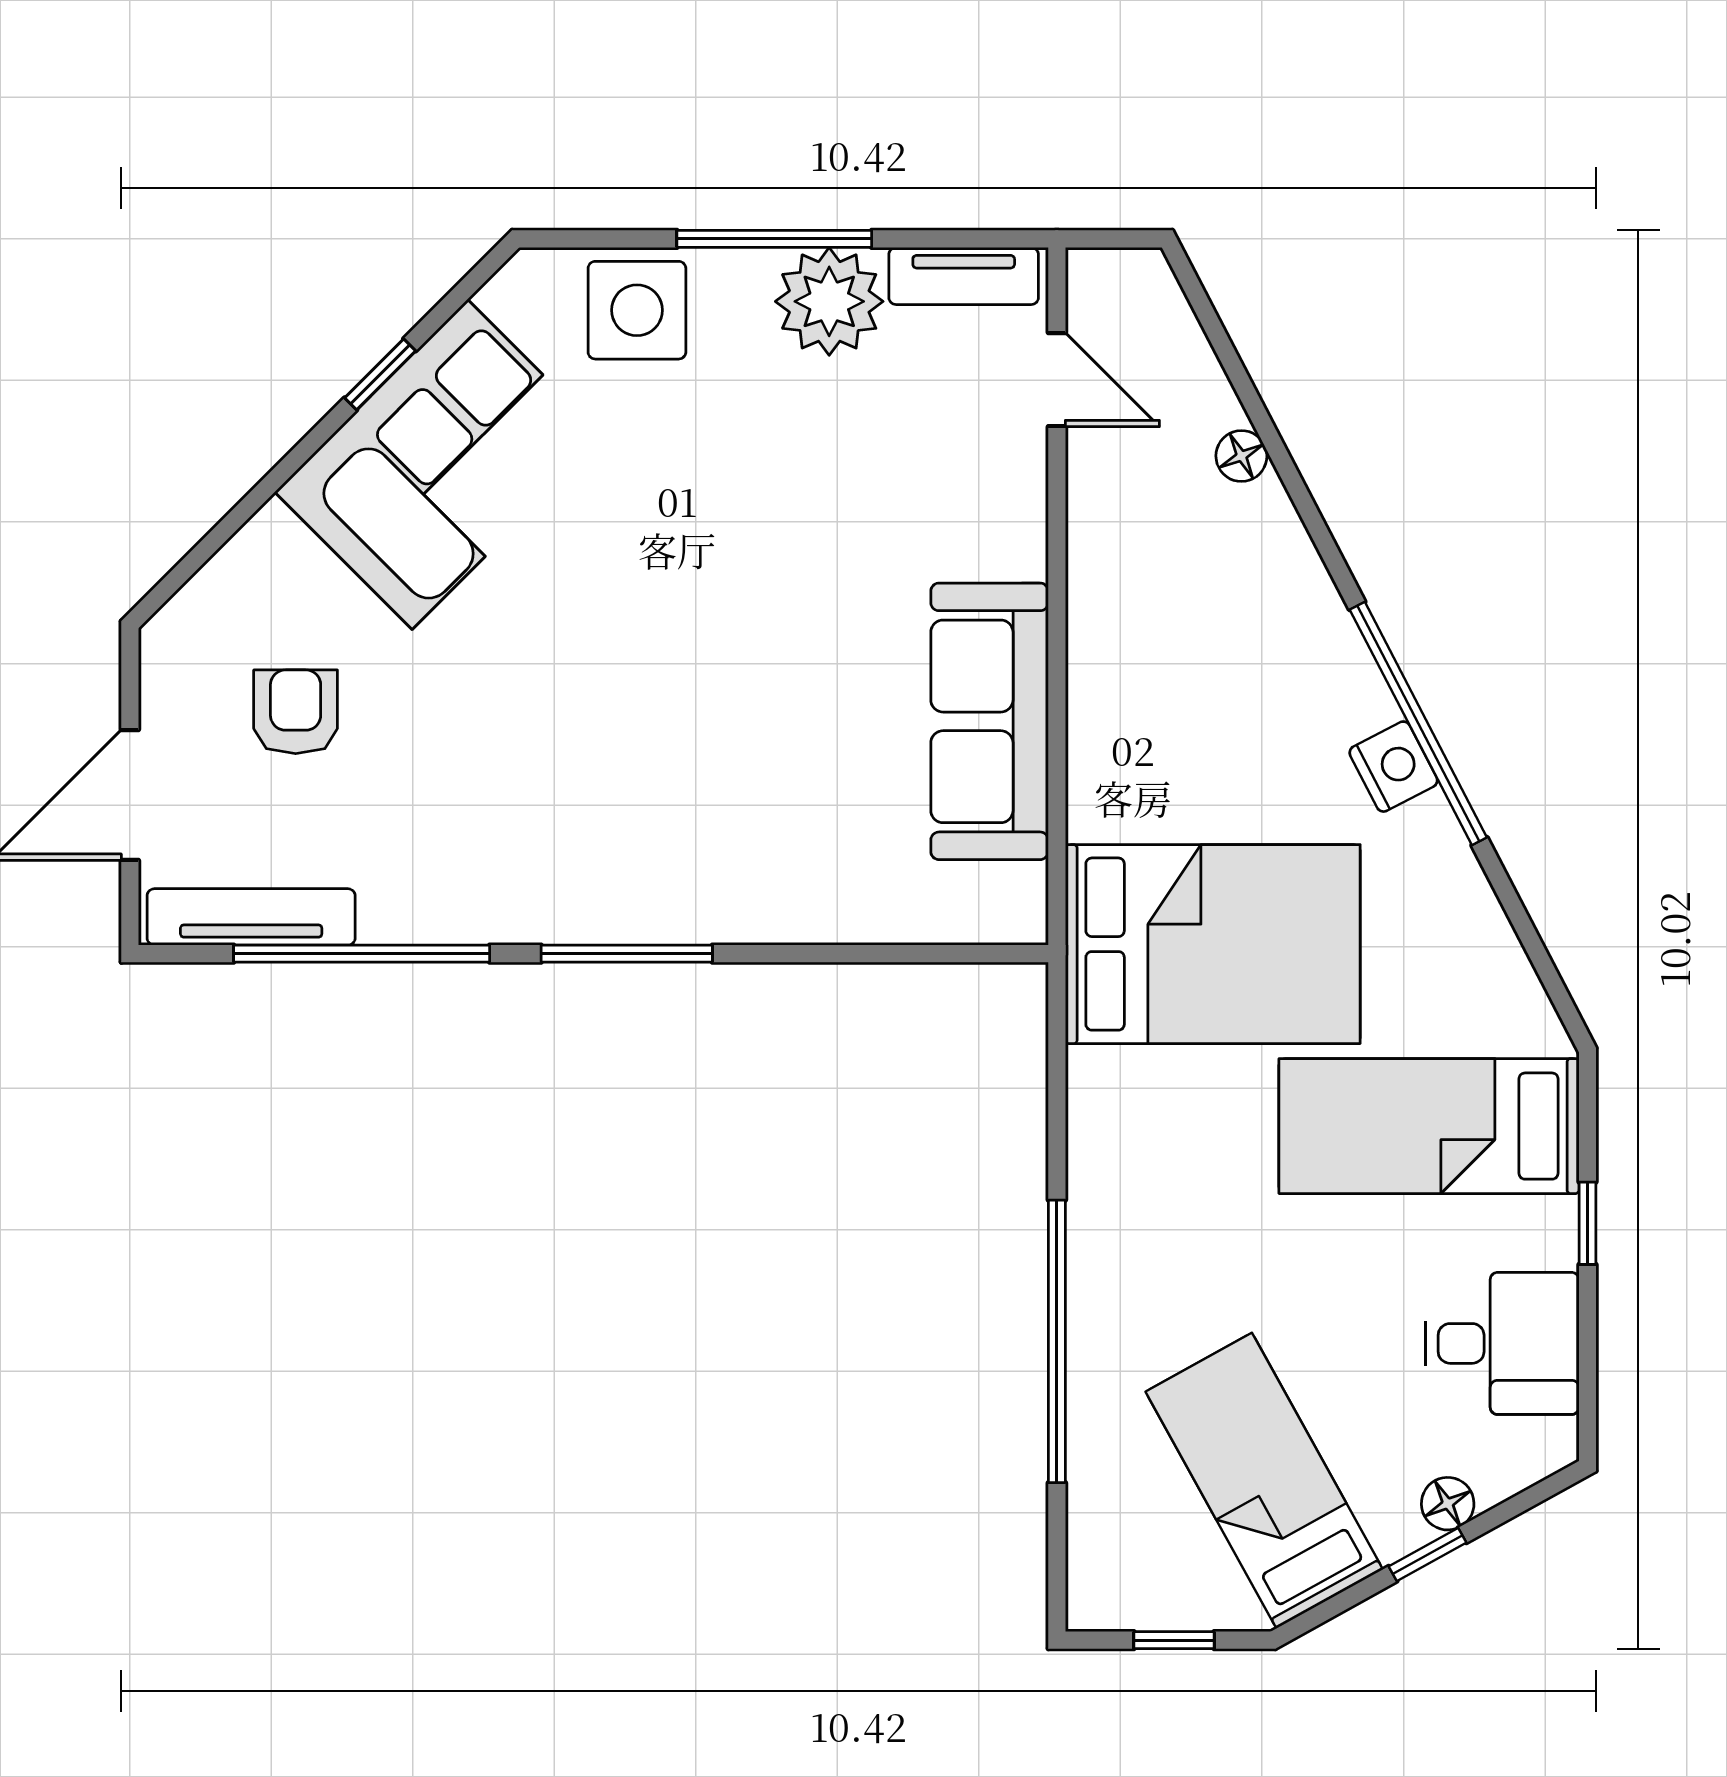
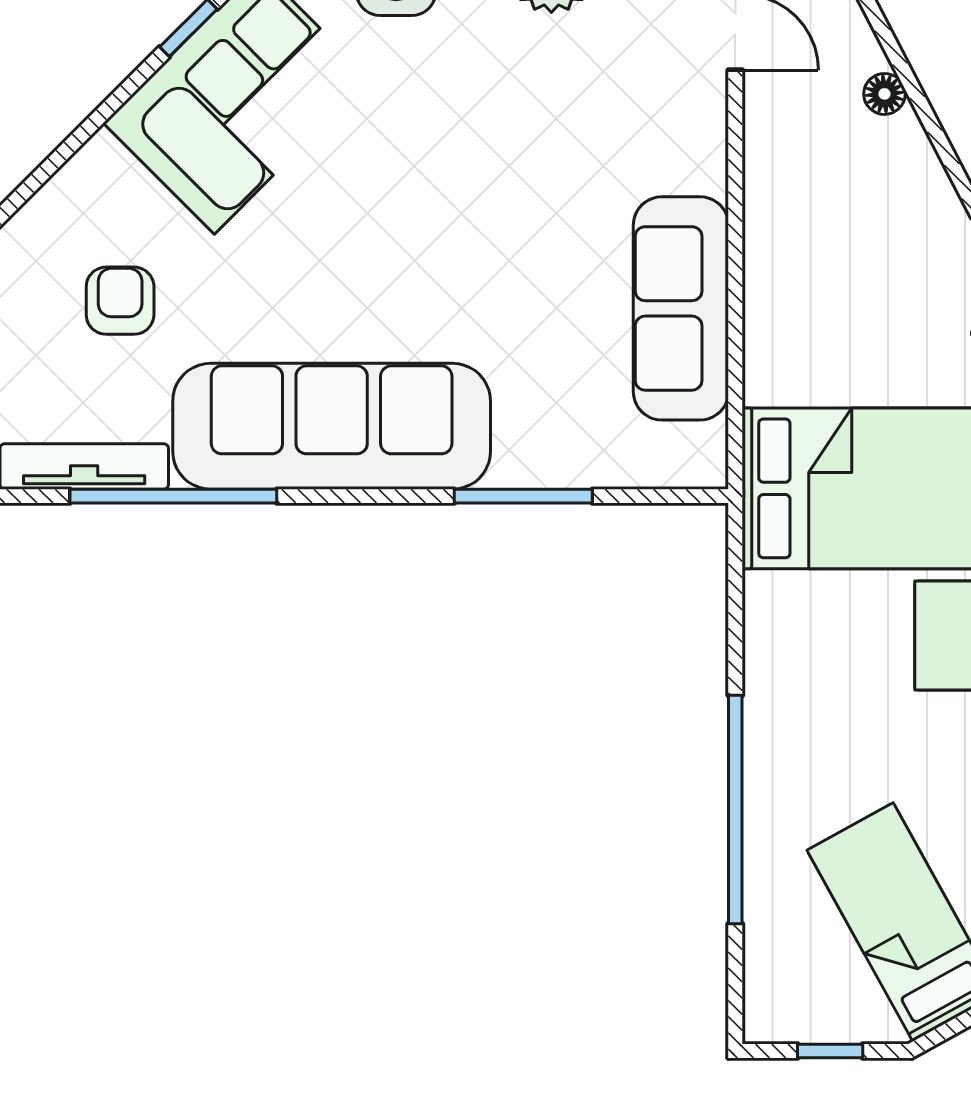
sofa: (557, 867) -> (332, 426), added
window: (627, 954) -> (523, 496), moved

